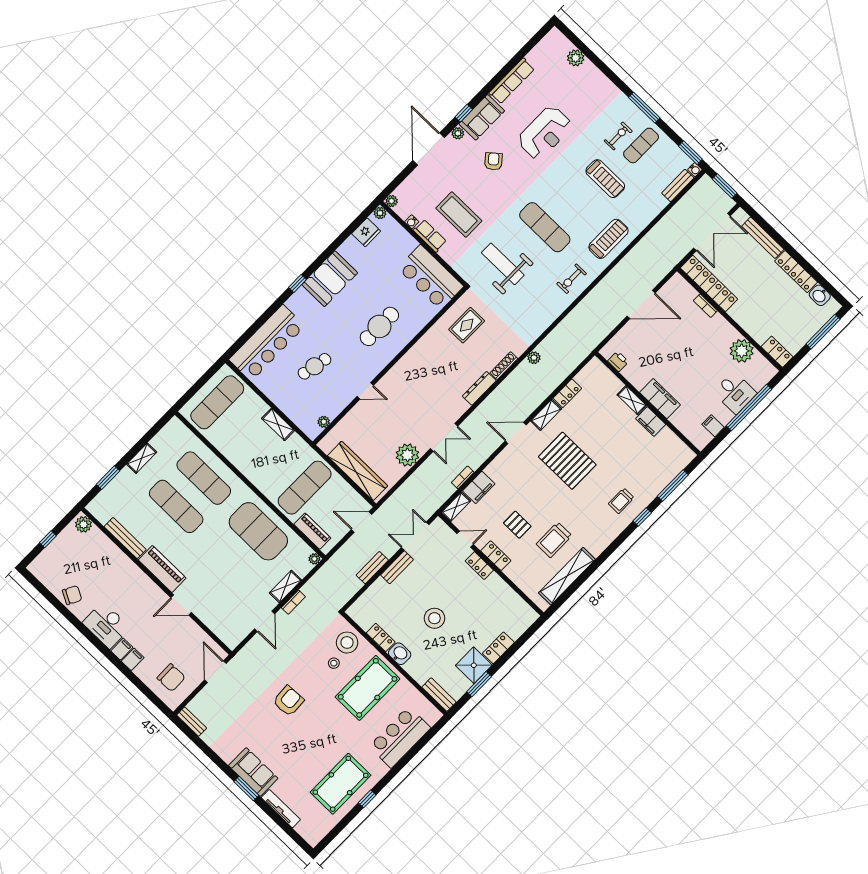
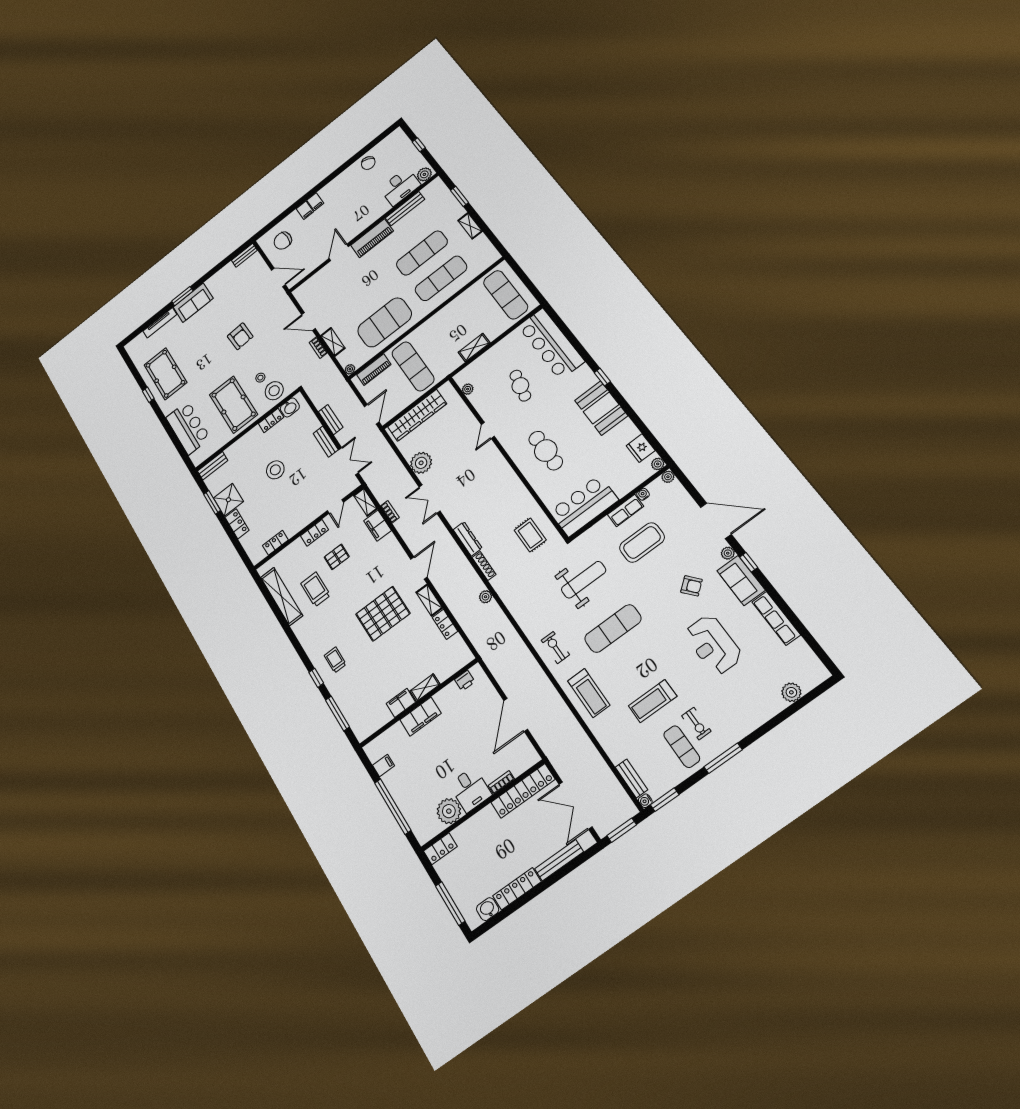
desk: (735, 393) -> (470, 790), moved, turned -90
locker: (479, 566) -> (275, 543), moved
desk: (106, 625) -> (400, 187), moved, turned 180
washbasin: (400, 654) -> (290, 407), moved

